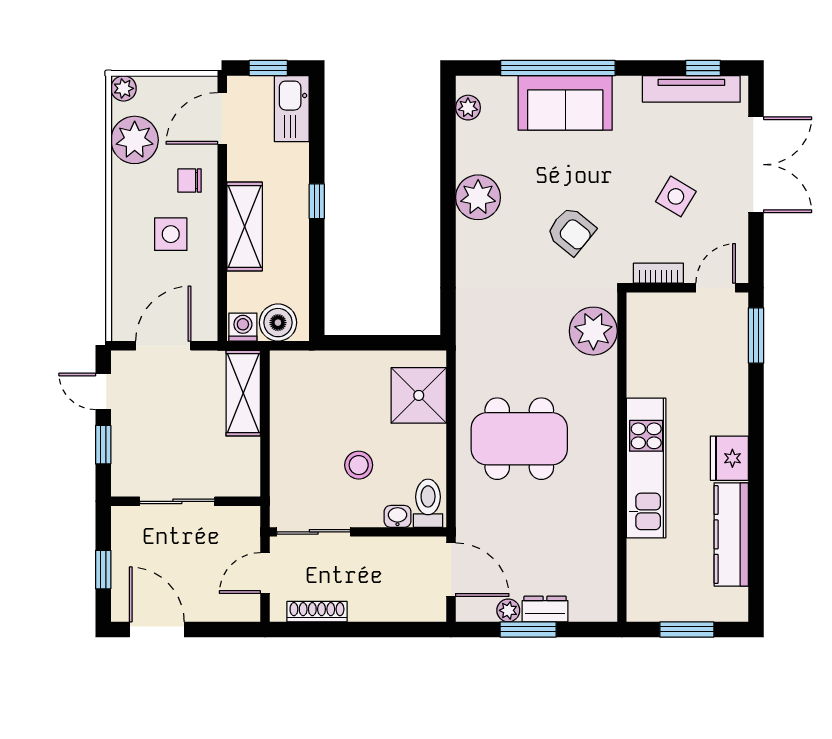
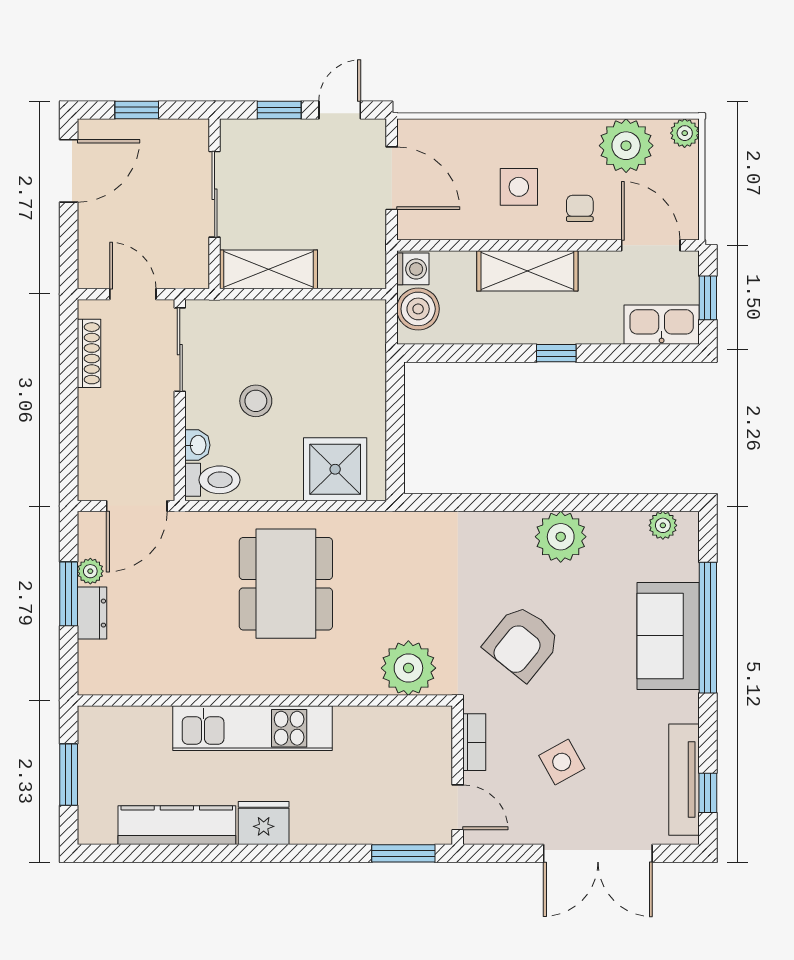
side table: (676, 196) -> (562, 762), turned 30
armchair: (571, 231) -> (522, 643), width x1.38, depth x1.38
shelving: (243, 393) -> (269, 269), moved

